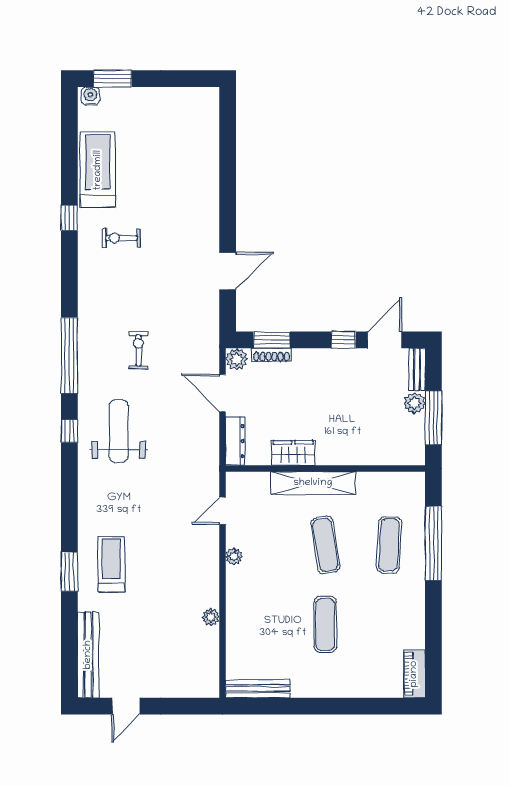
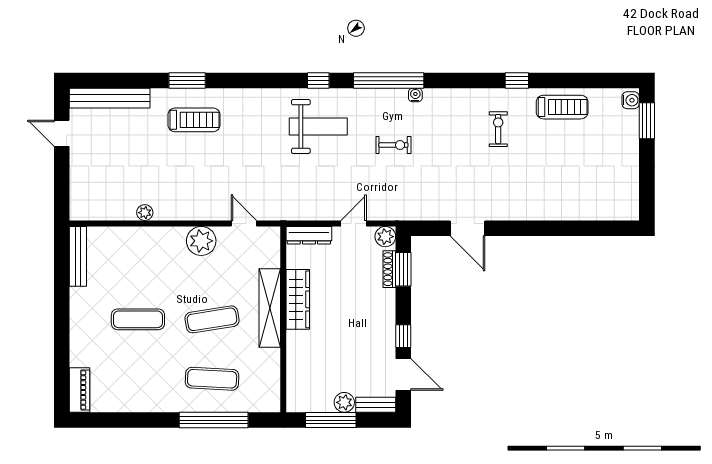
treadmill: (98, 170) -> (562, 107), width x0.73, depth x0.73
water cooler: (85, 327) -> (415, 95), added
door: (223, 393) -> (354, 223), width x0.73
wardrobe: (293, 453) -> (298, 299), width x1.50
plant: (234, 557) -> (201, 241), width x1.88, depth x1.88
piano: (414, 674) -> (79, 390), moved, turned 90

